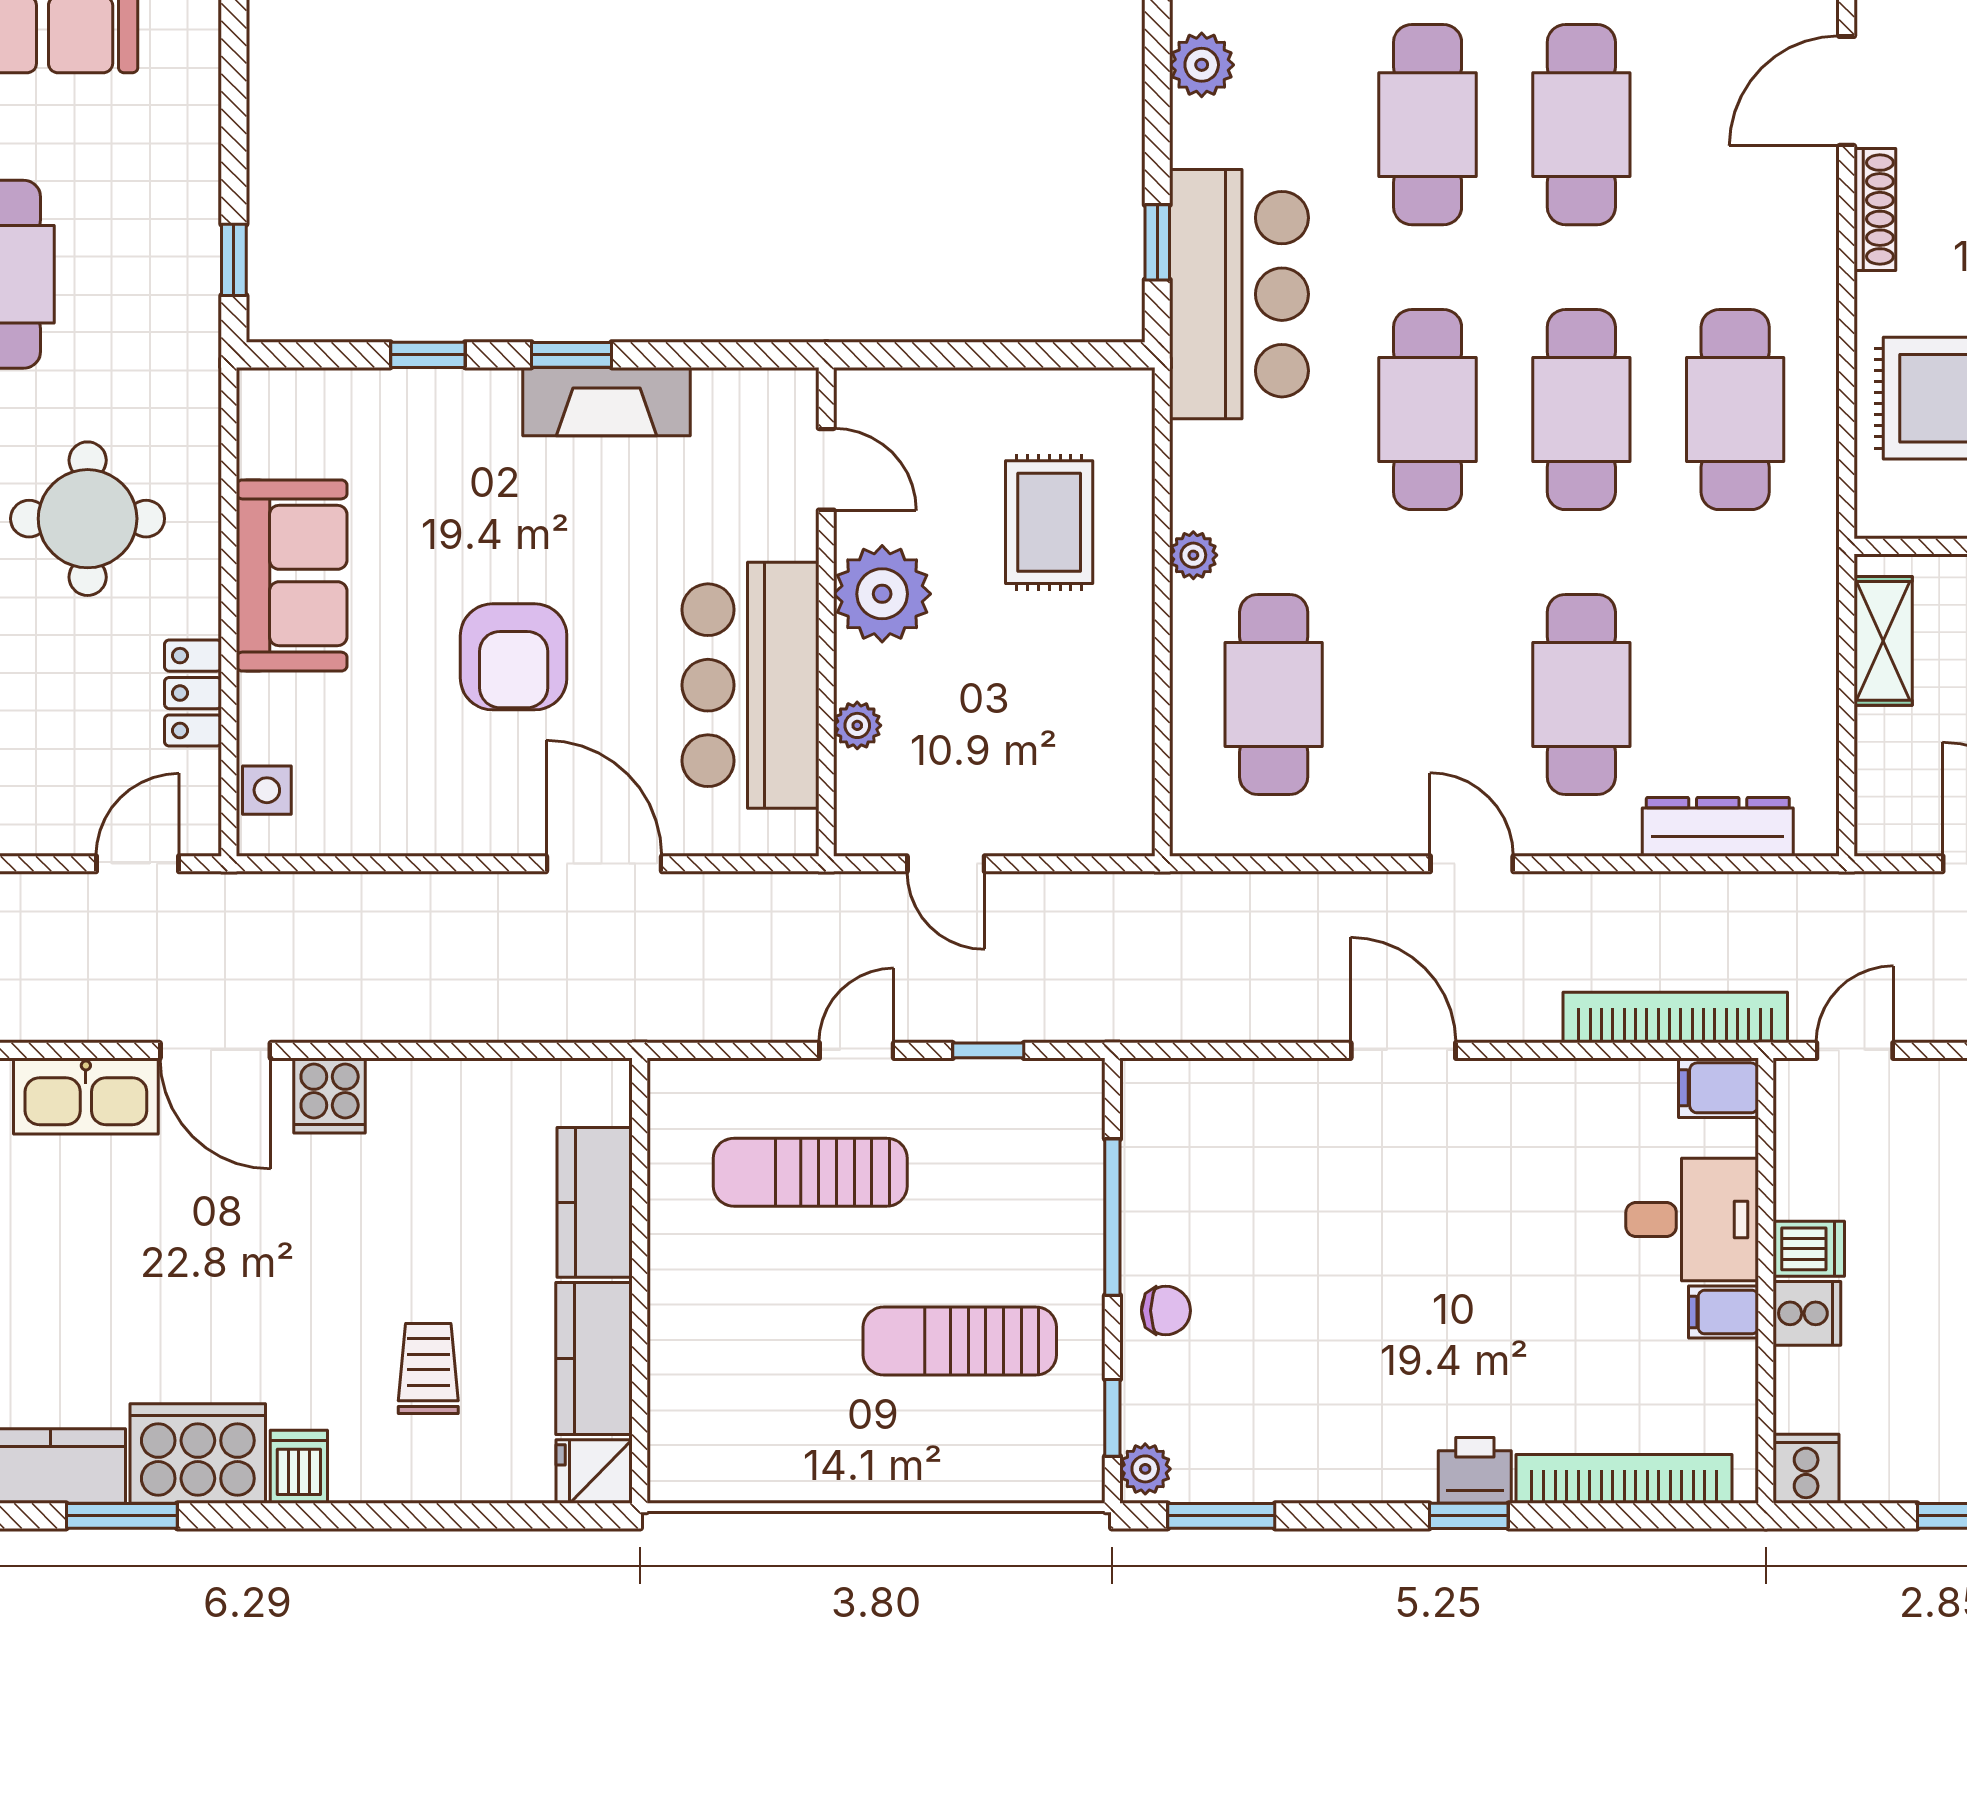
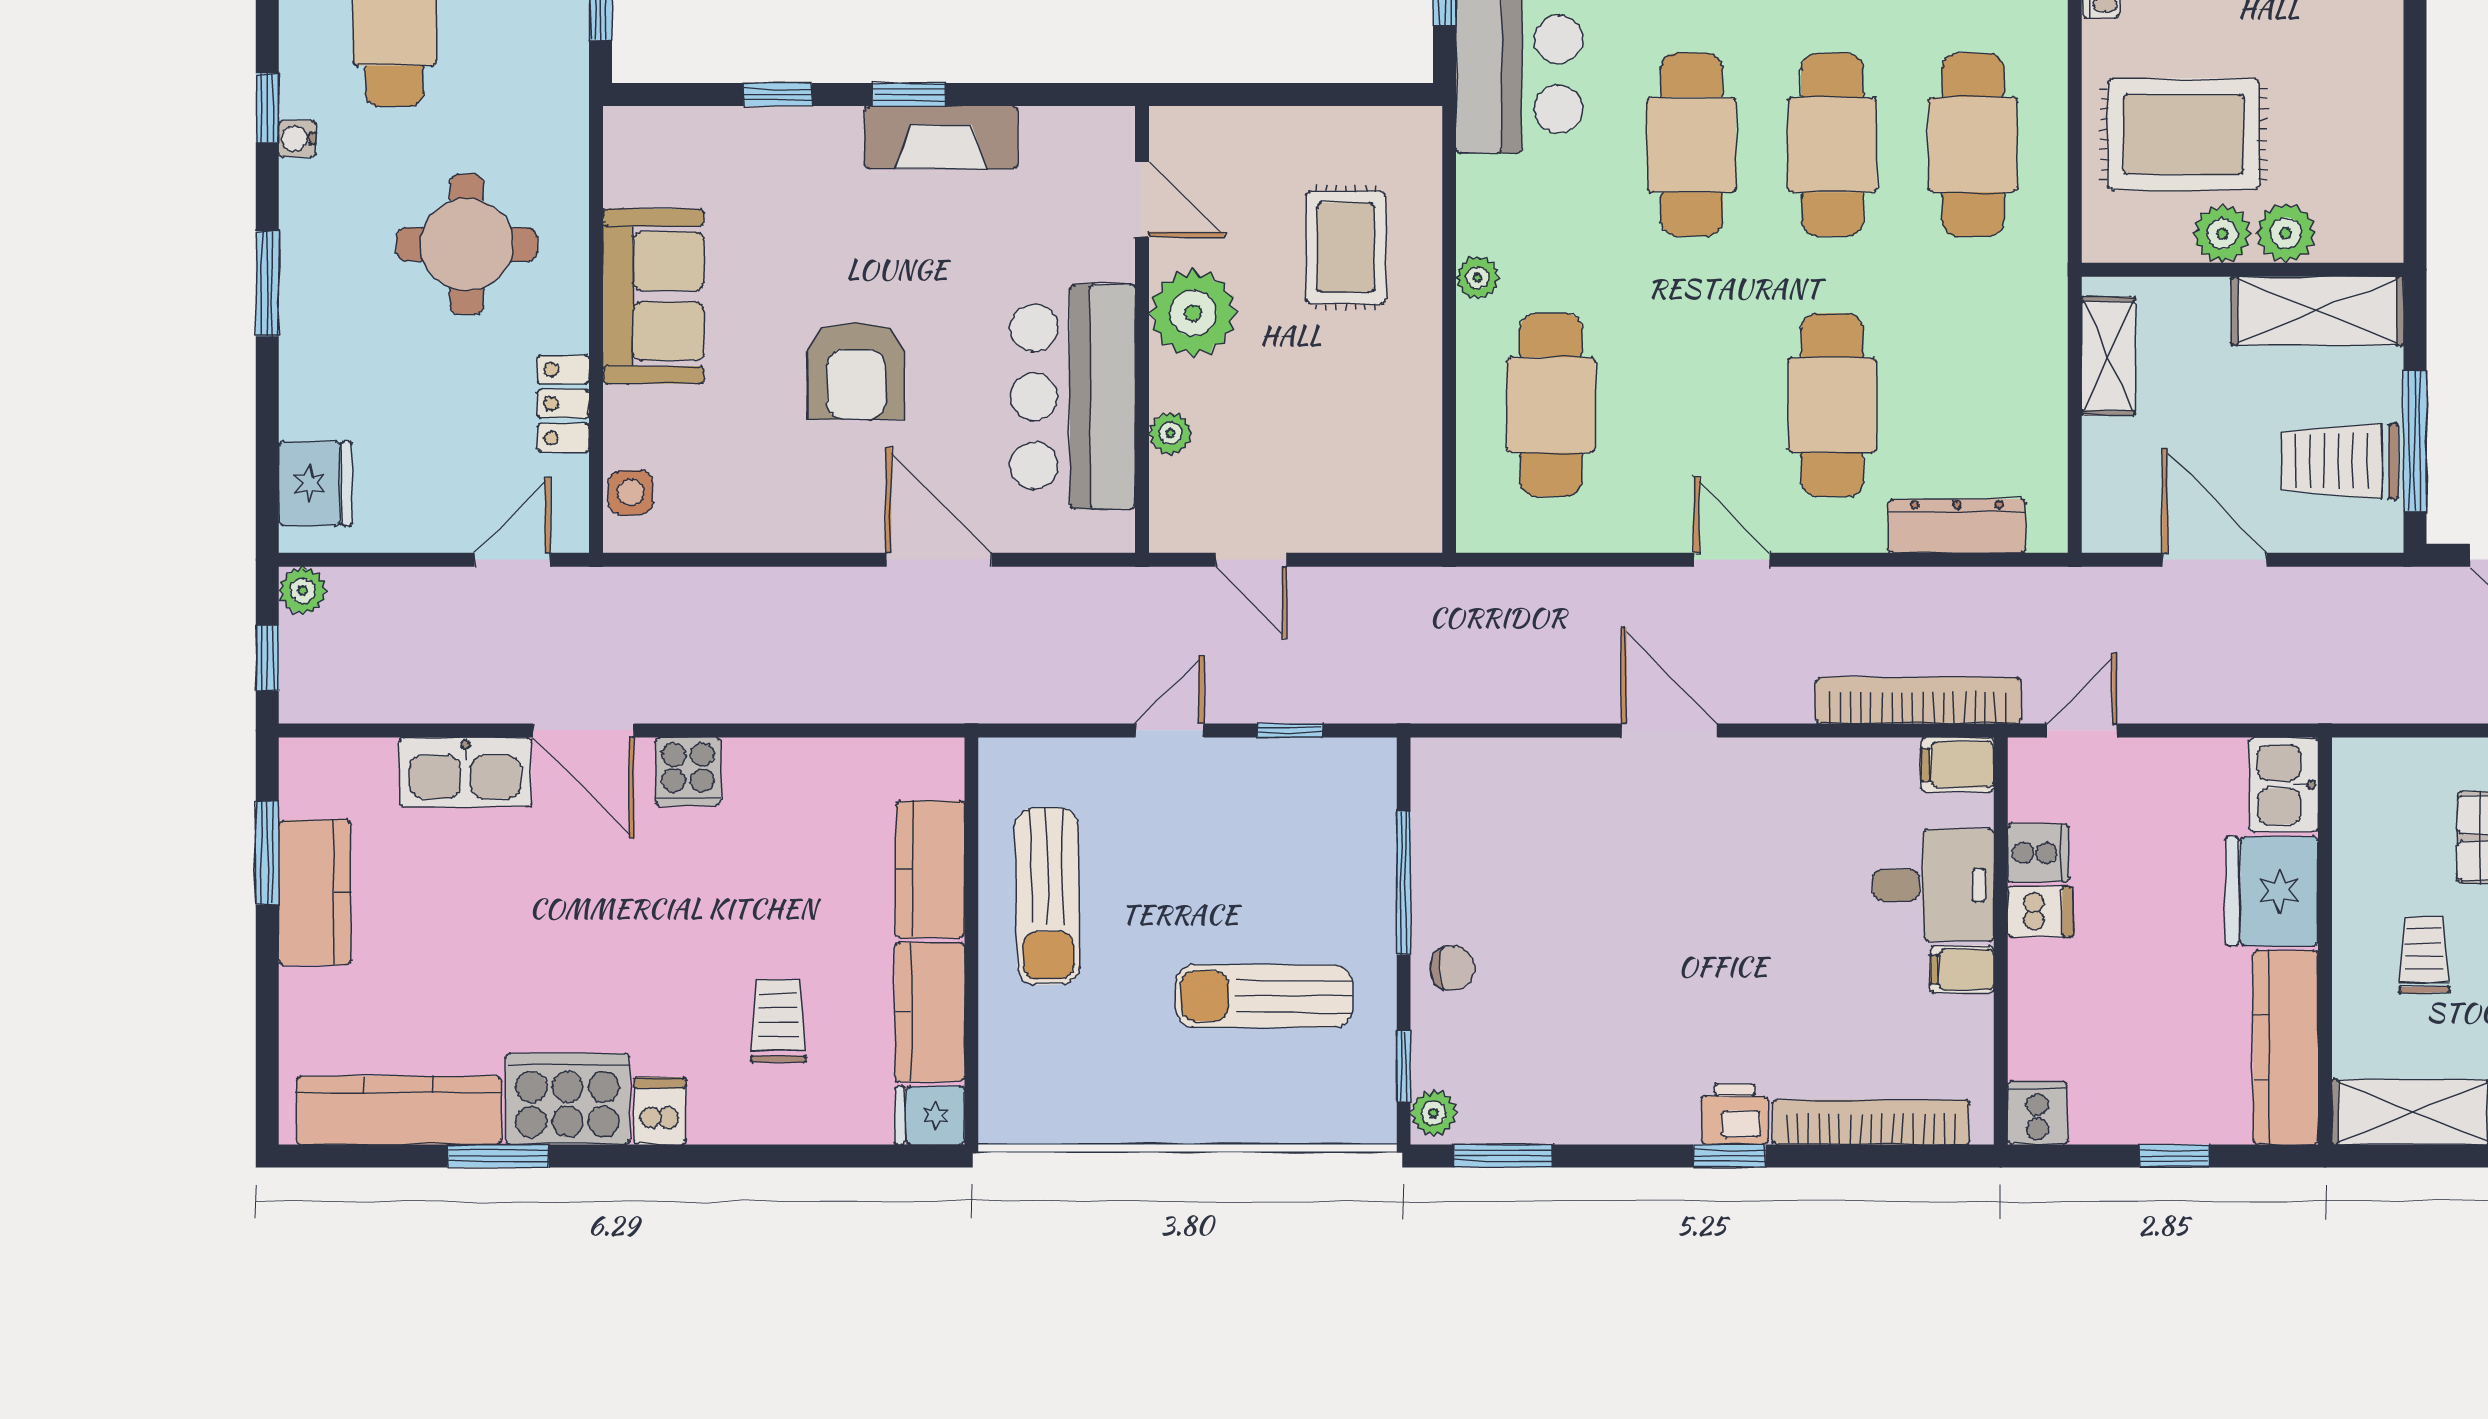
sun lounger: (810, 1172) -> (1047, 896), moved, turned -91
cooker: (1807, 1313) -> (2038, 853), moved

